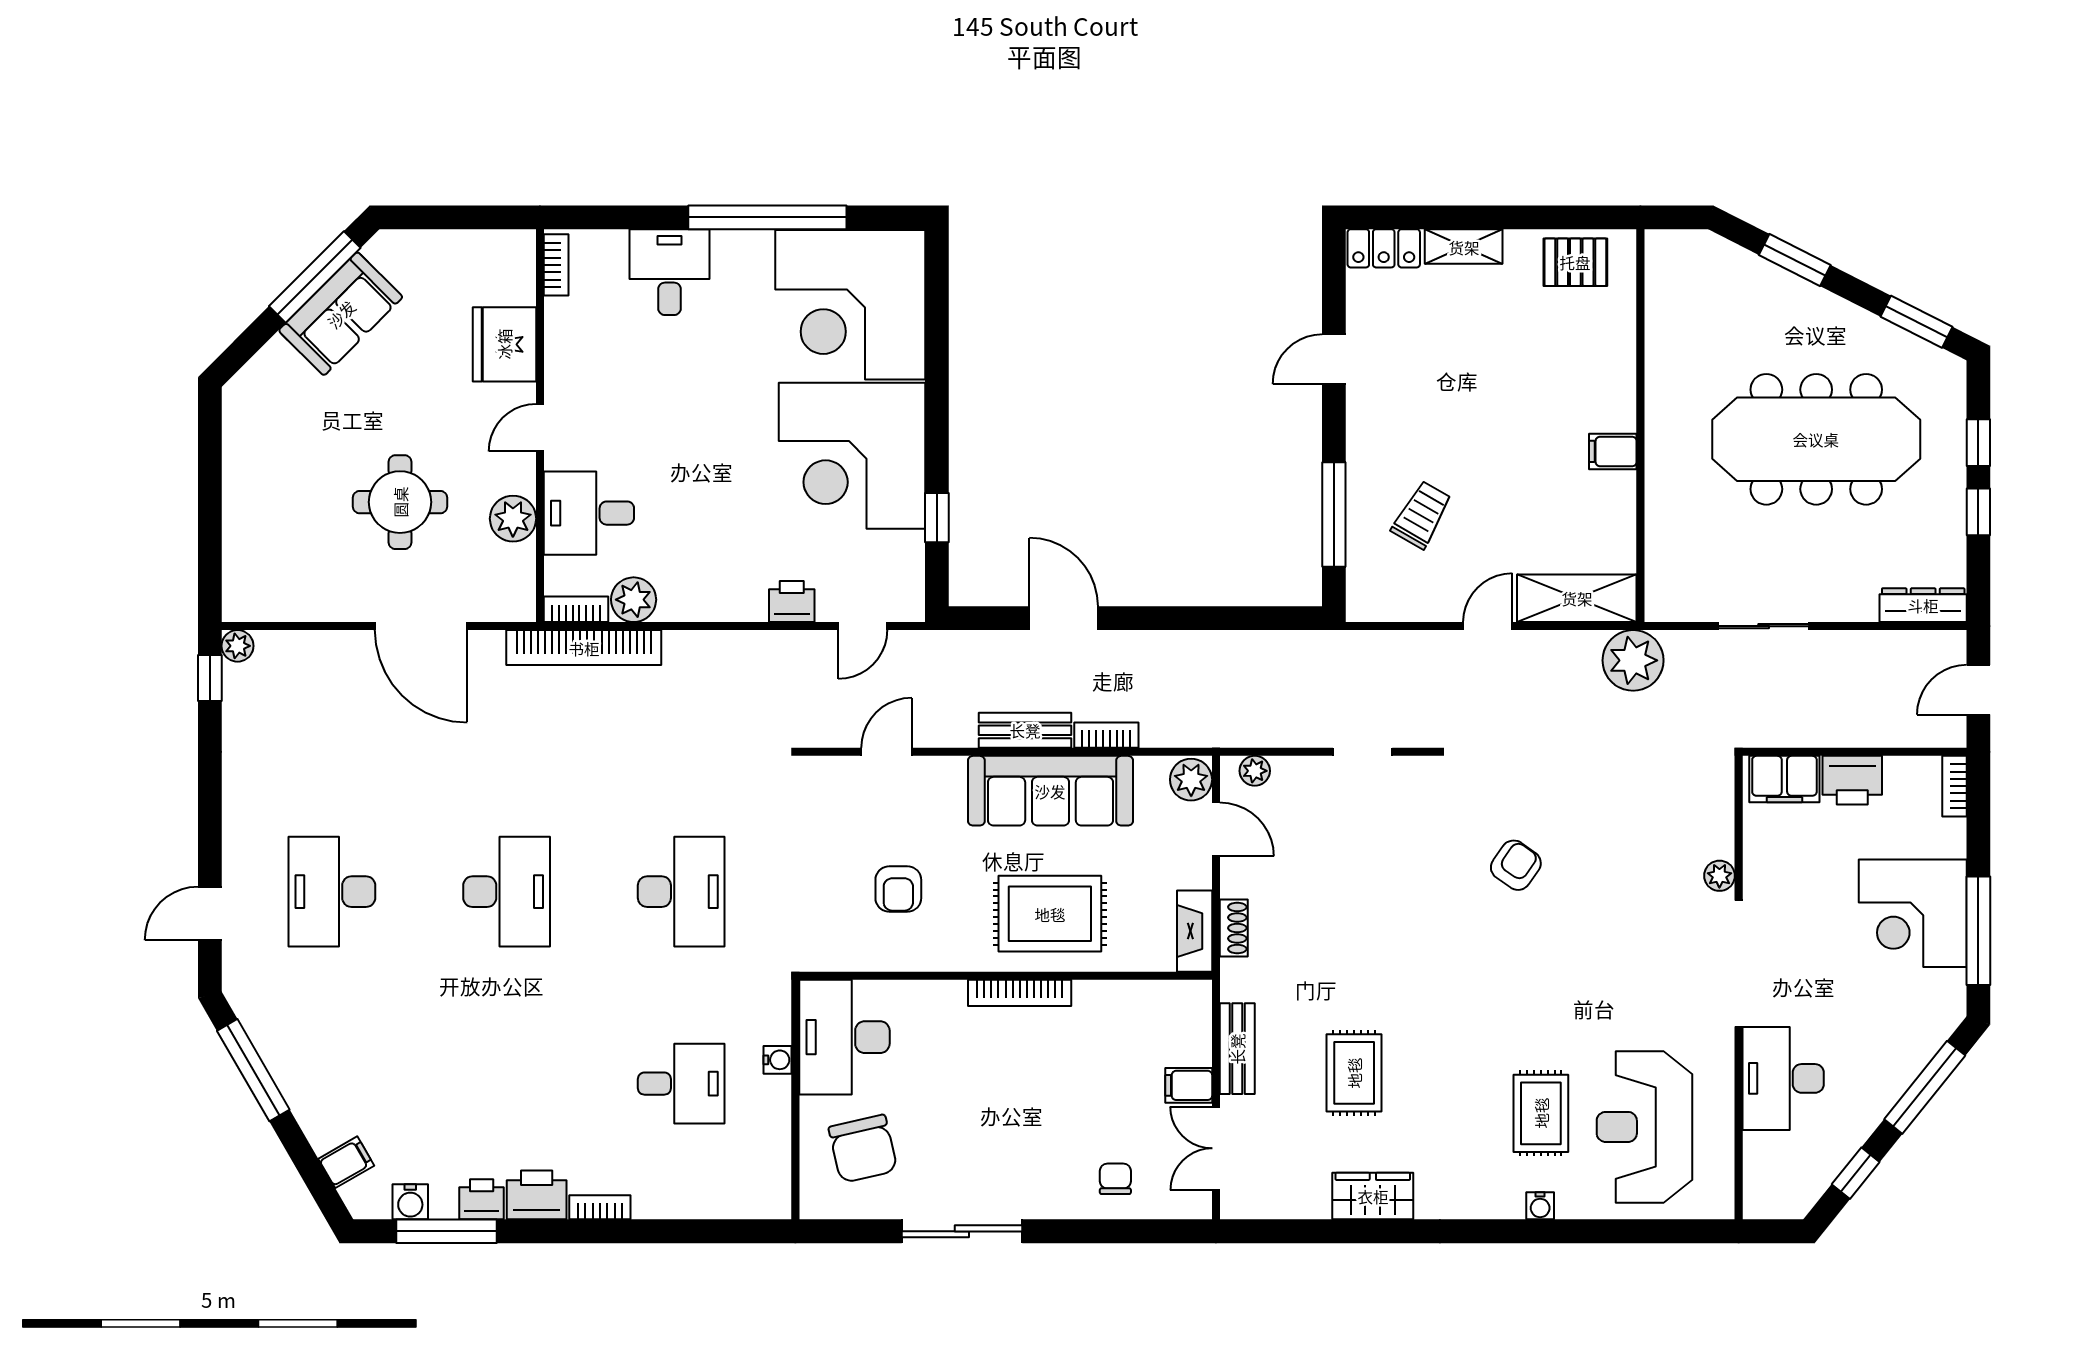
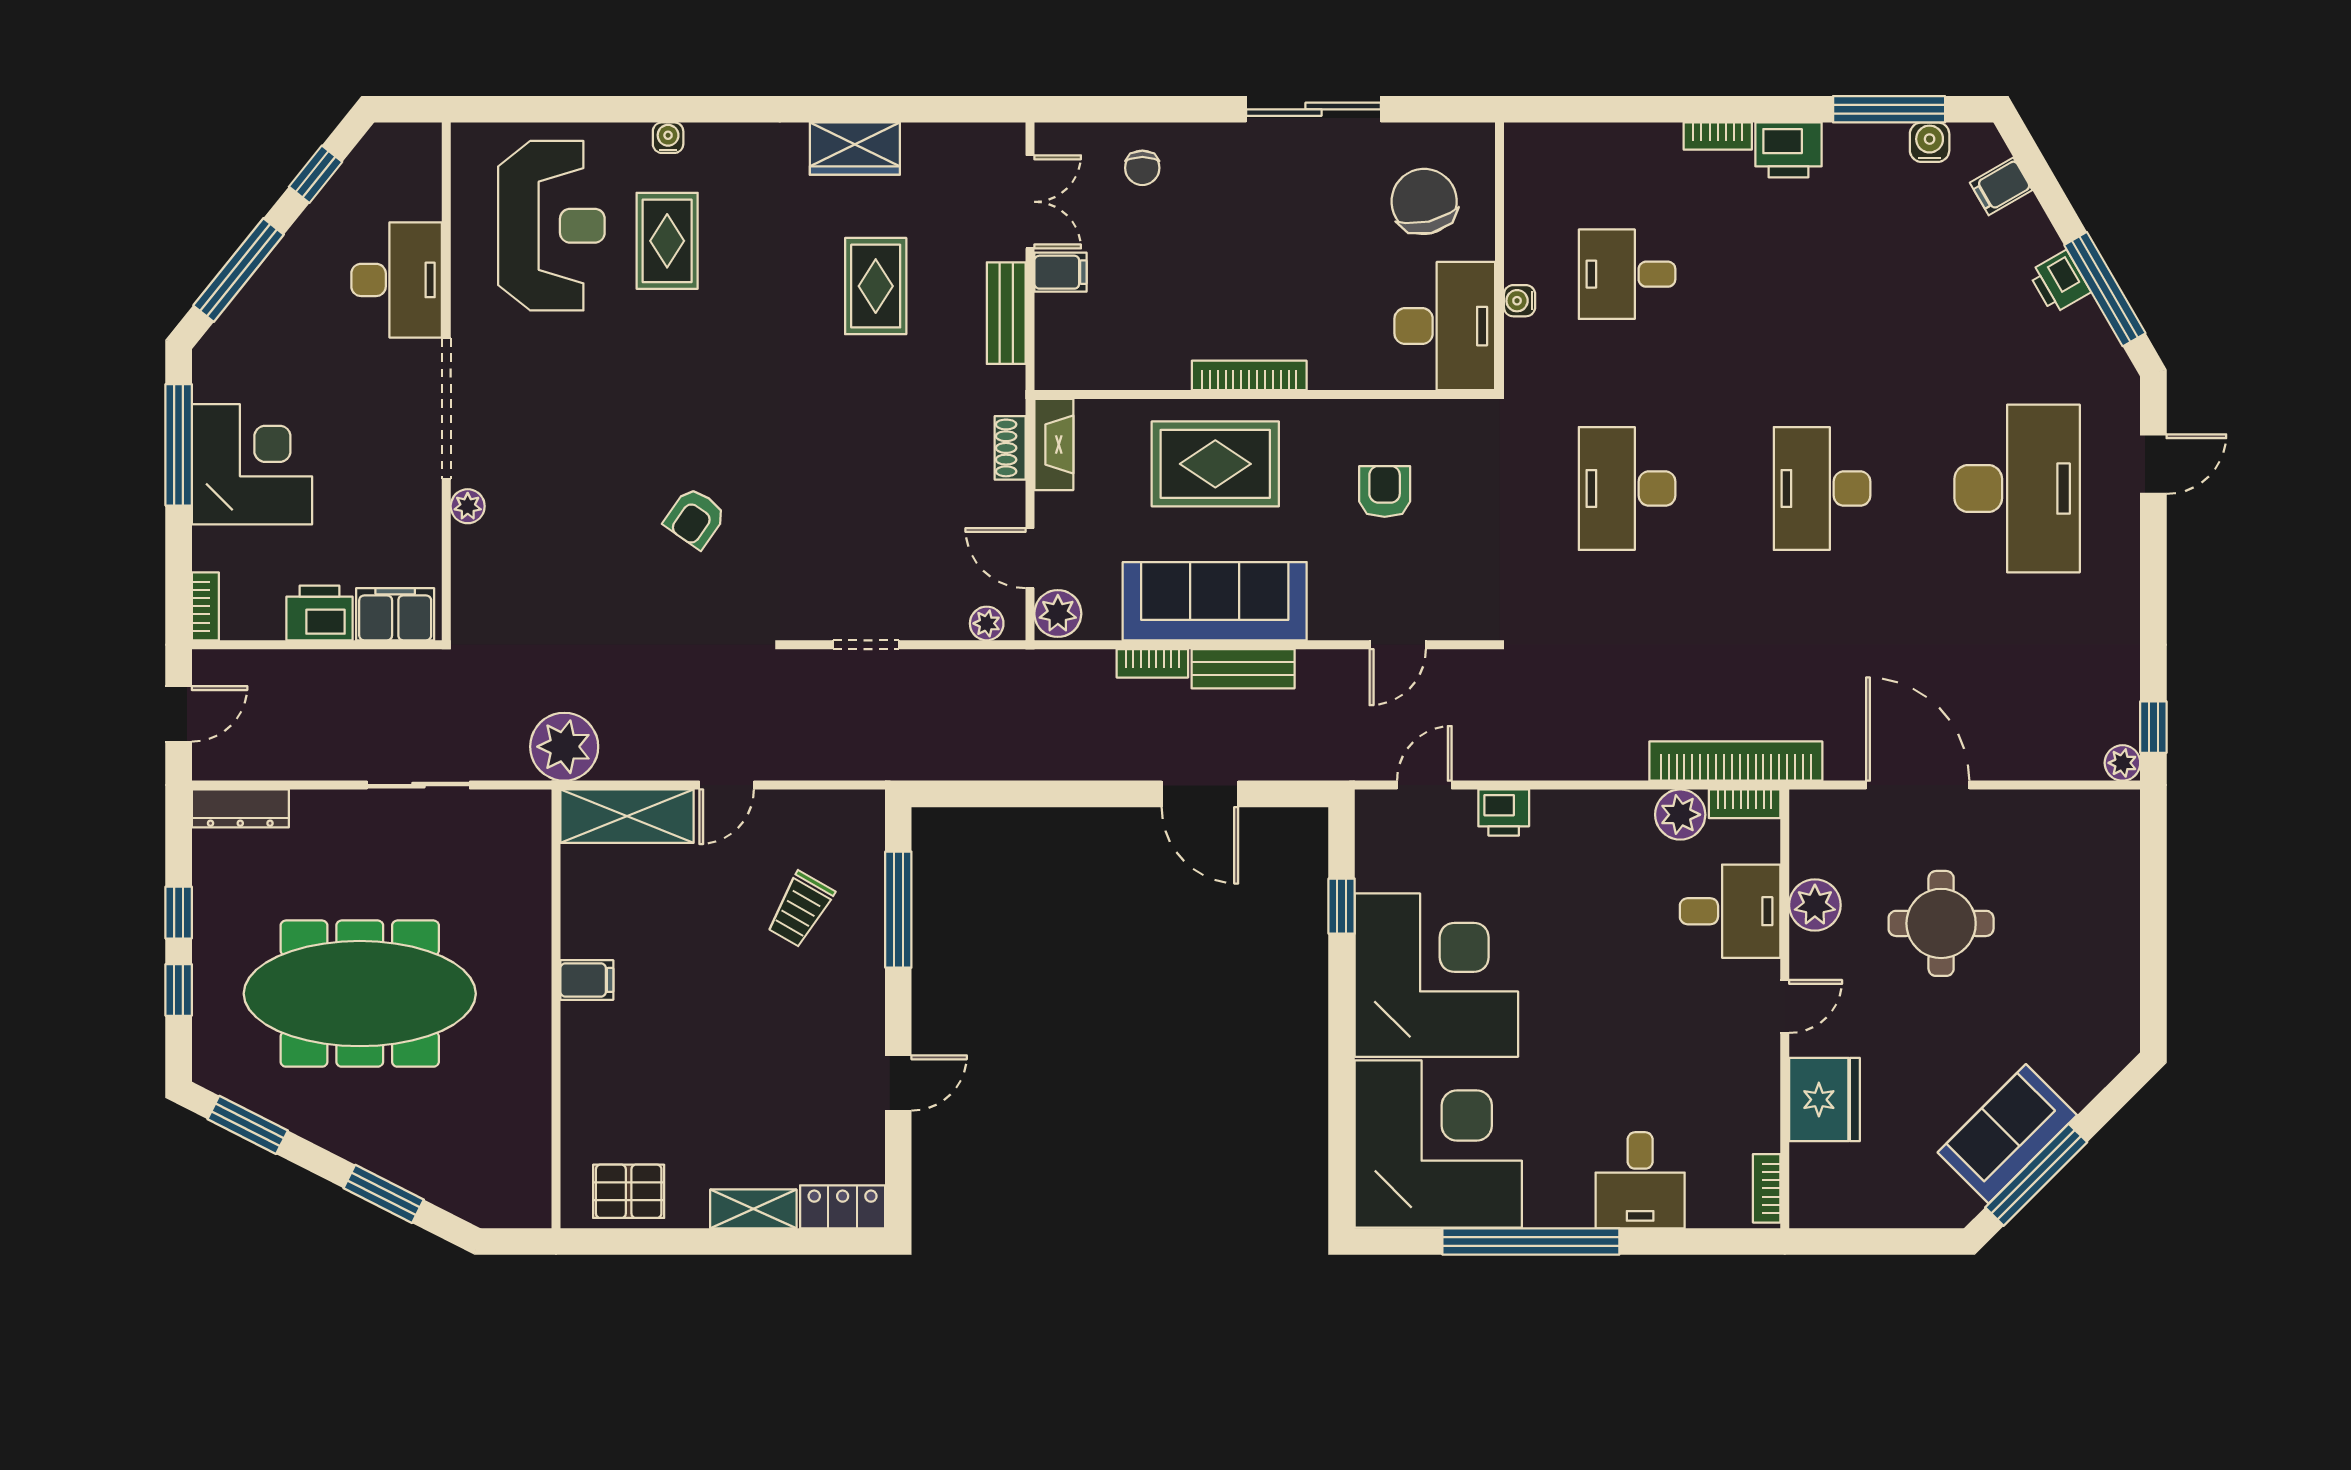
desk: (332, 892) -> (2017, 489), width x1.36, depth x1.30
printer: (482, 1199) -> (2060, 282), moved, turned 60

